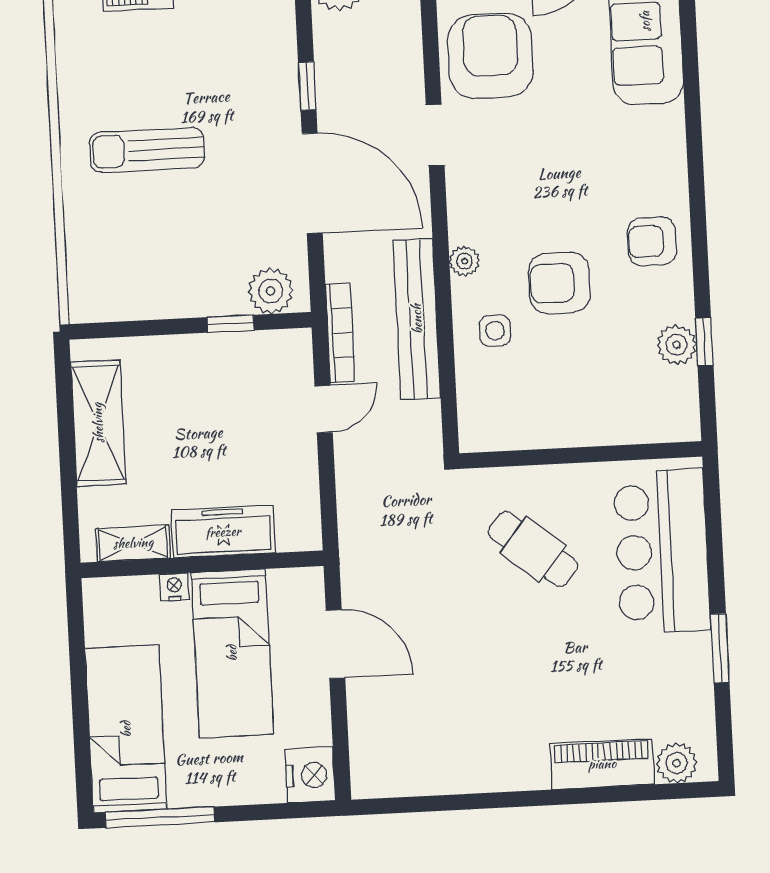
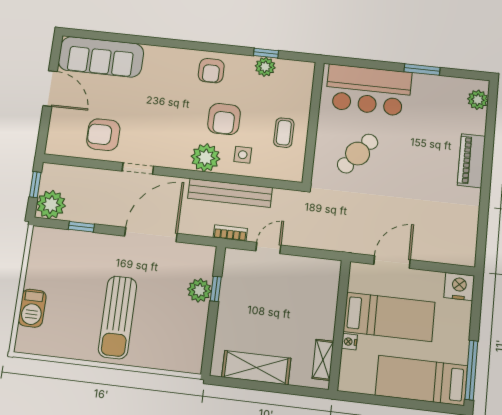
armchair: (491, 56) -> (103, 135), width x0.73, depth x0.73
window: (307, 86) -> (81, 227), moved
sun lounger: (147, 150) -> (118, 317), width x1.36, depth x1.34
plant: (464, 261) -> (205, 158), width x1.88, depth x1.88
plant: (271, 291) -> (199, 290), moved
bookcase: (340, 333) -> (230, 233), width x0.64
coffee table: (551, 402) -> (284, 133), added
door: (324, 409) -> (268, 248), hinge flipped
freezer: (223, 532) -> (324, 311), removed
piano: (602, 764) -> (471, 161), moved

